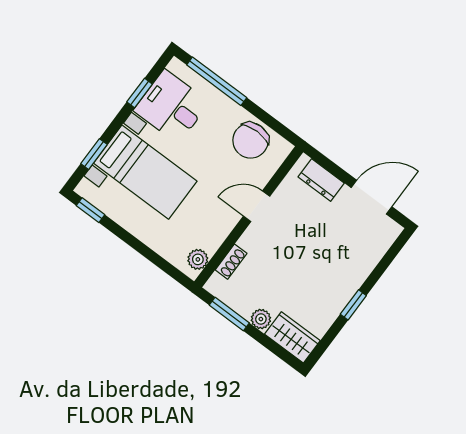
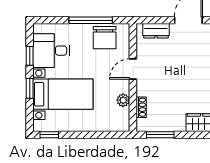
window: (217, 81) -> (91, 20), moved
window: (94, 154) -> (30, 88), moved
plant: (198, 259) -> (123, 100), moved
plant: (261, 319) -> (178, 125), removed

